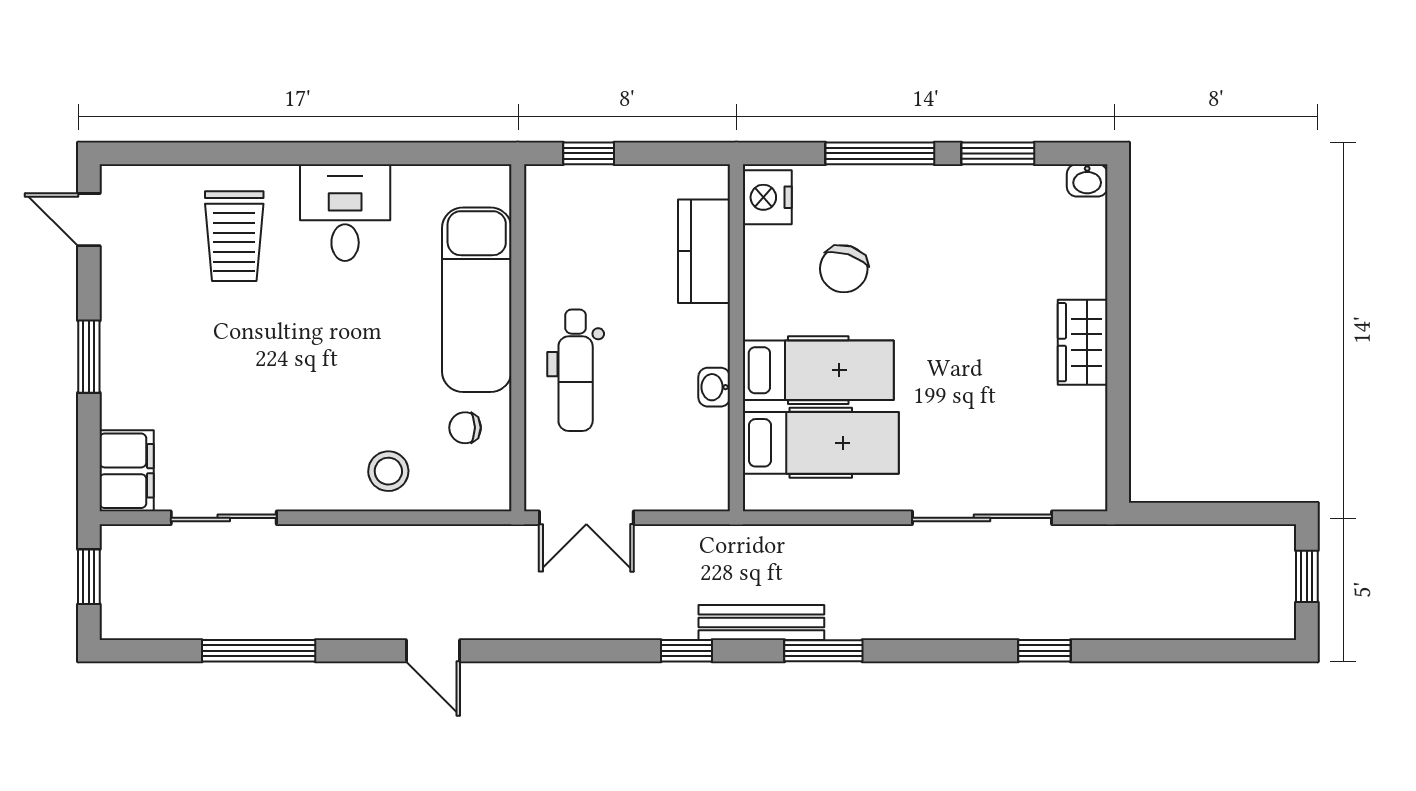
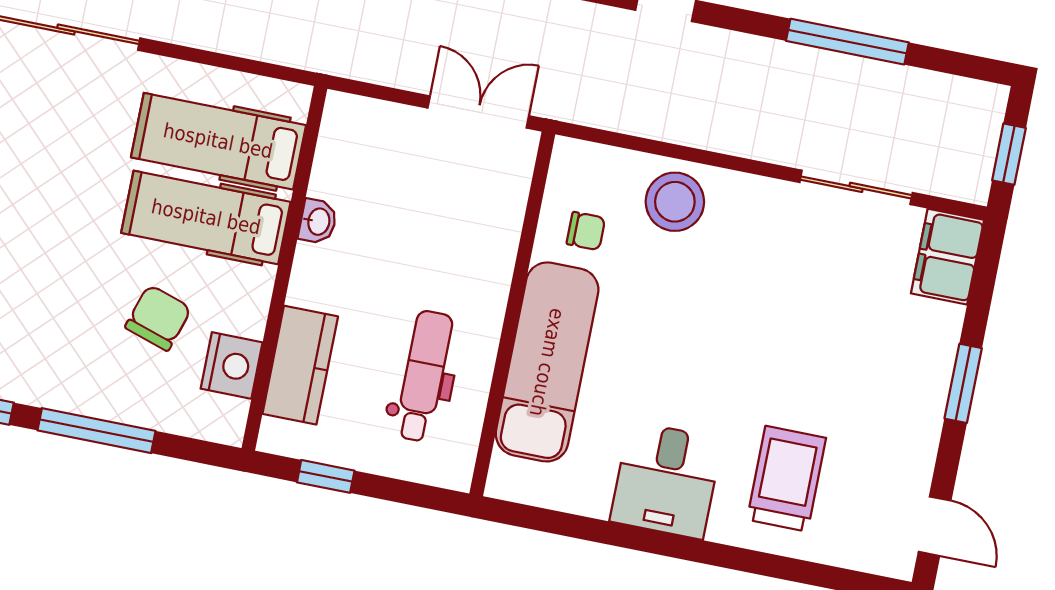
window: (589, 153) -> (326, 476), moved
nightstand: (767, 197) -> (232, 365), moved
dental chair: (576, 370) -> (424, 376), moved
stool: (388, 471) -> (675, 202), width x1.38, depth x1.38

